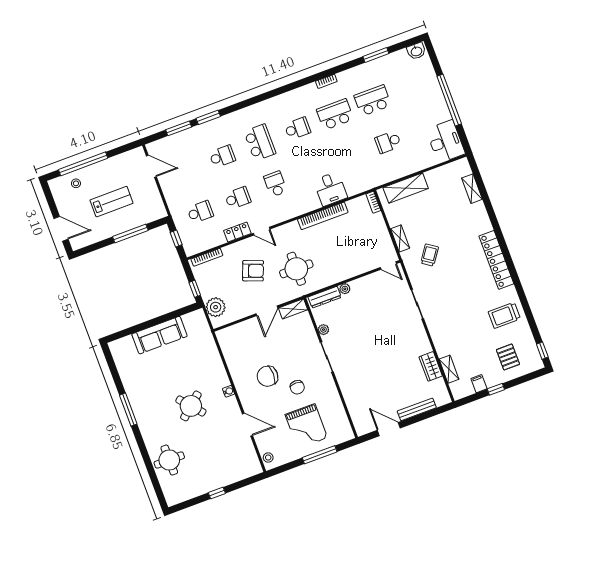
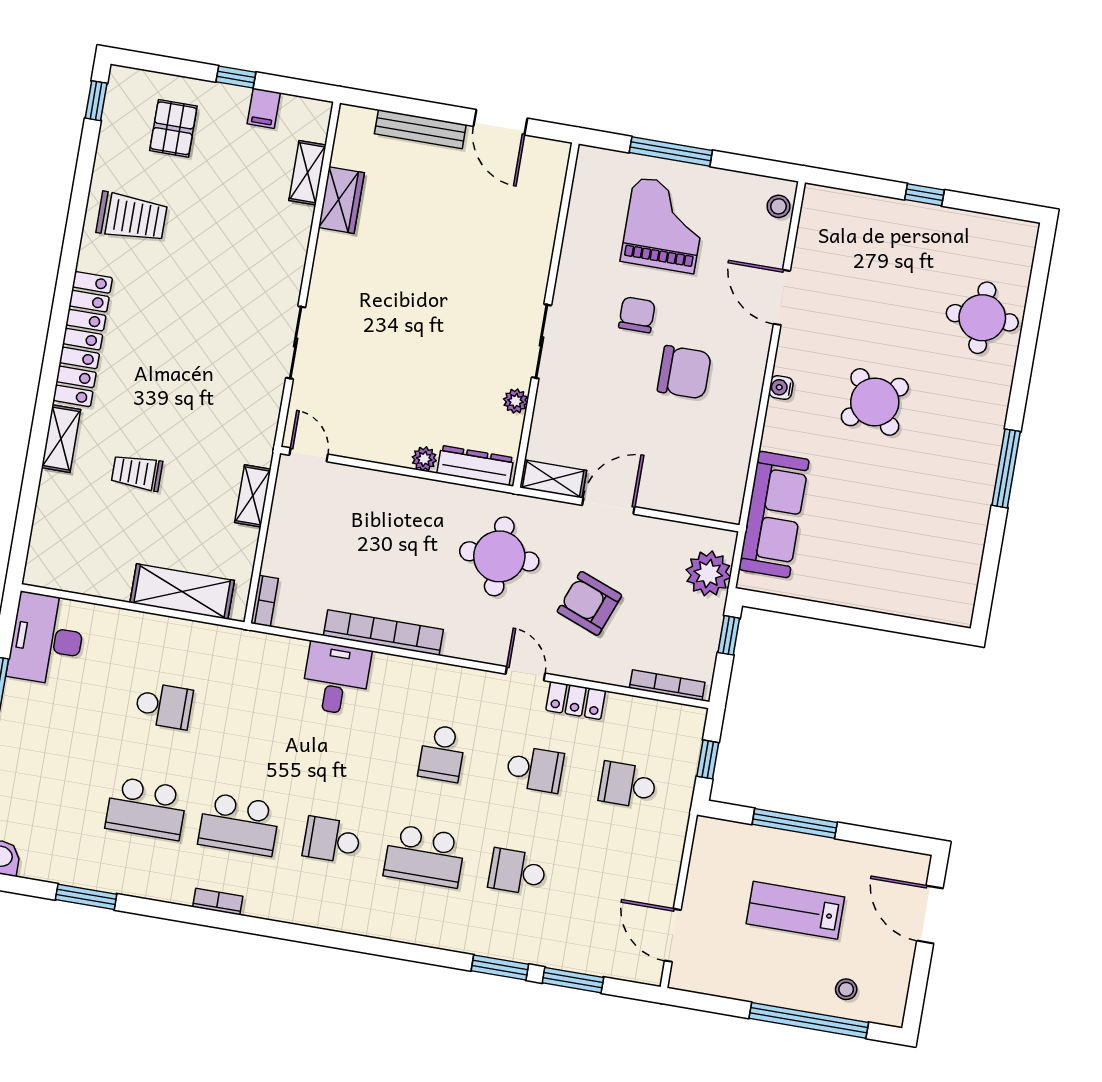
school desk: (260, 142) -> (425, 856), turned -90
shelving: (472, 189) -> (61, 439), moved
school desk: (238, 198) -> (535, 769), turned 180
trolley: (430, 255) -> (137, 473), moved, turned 55
sofa: (160, 335) -> (774, 515), moved, turned 90

